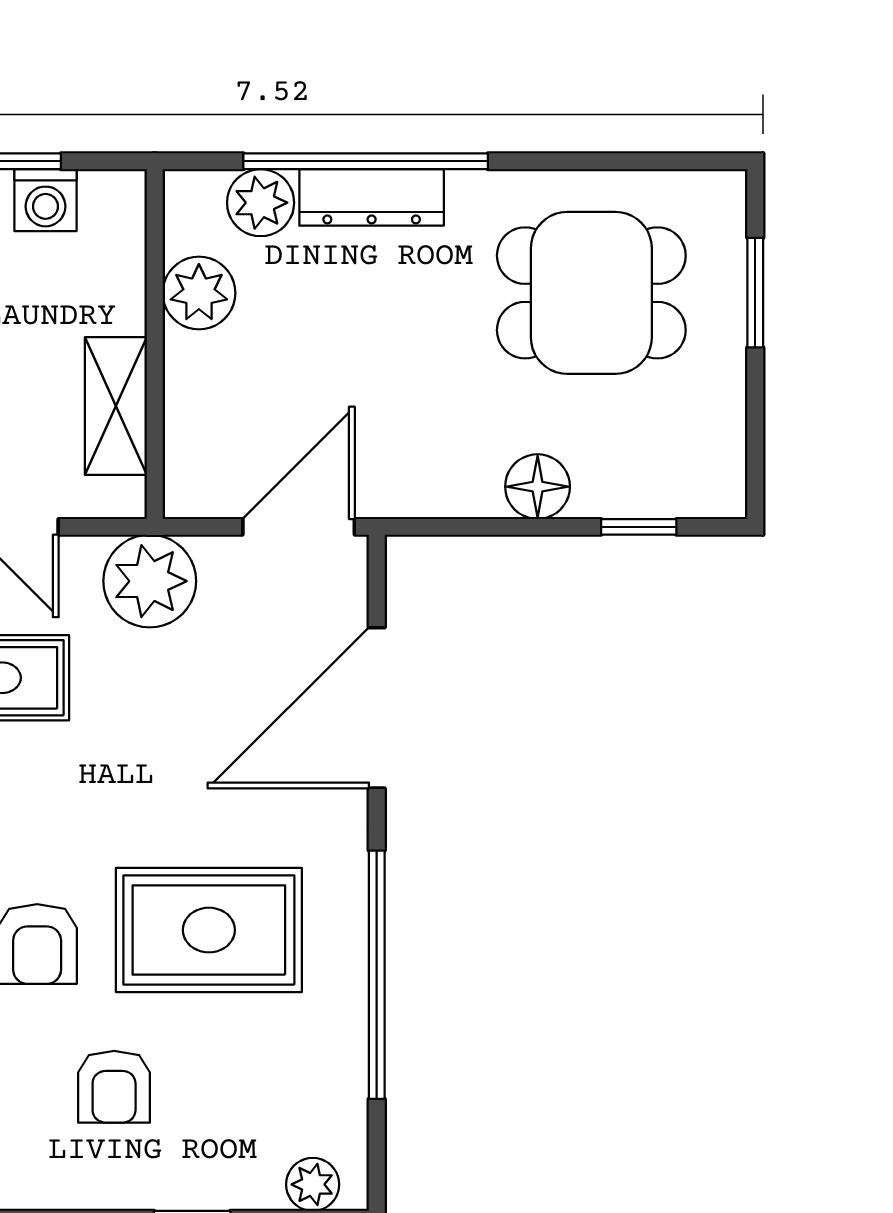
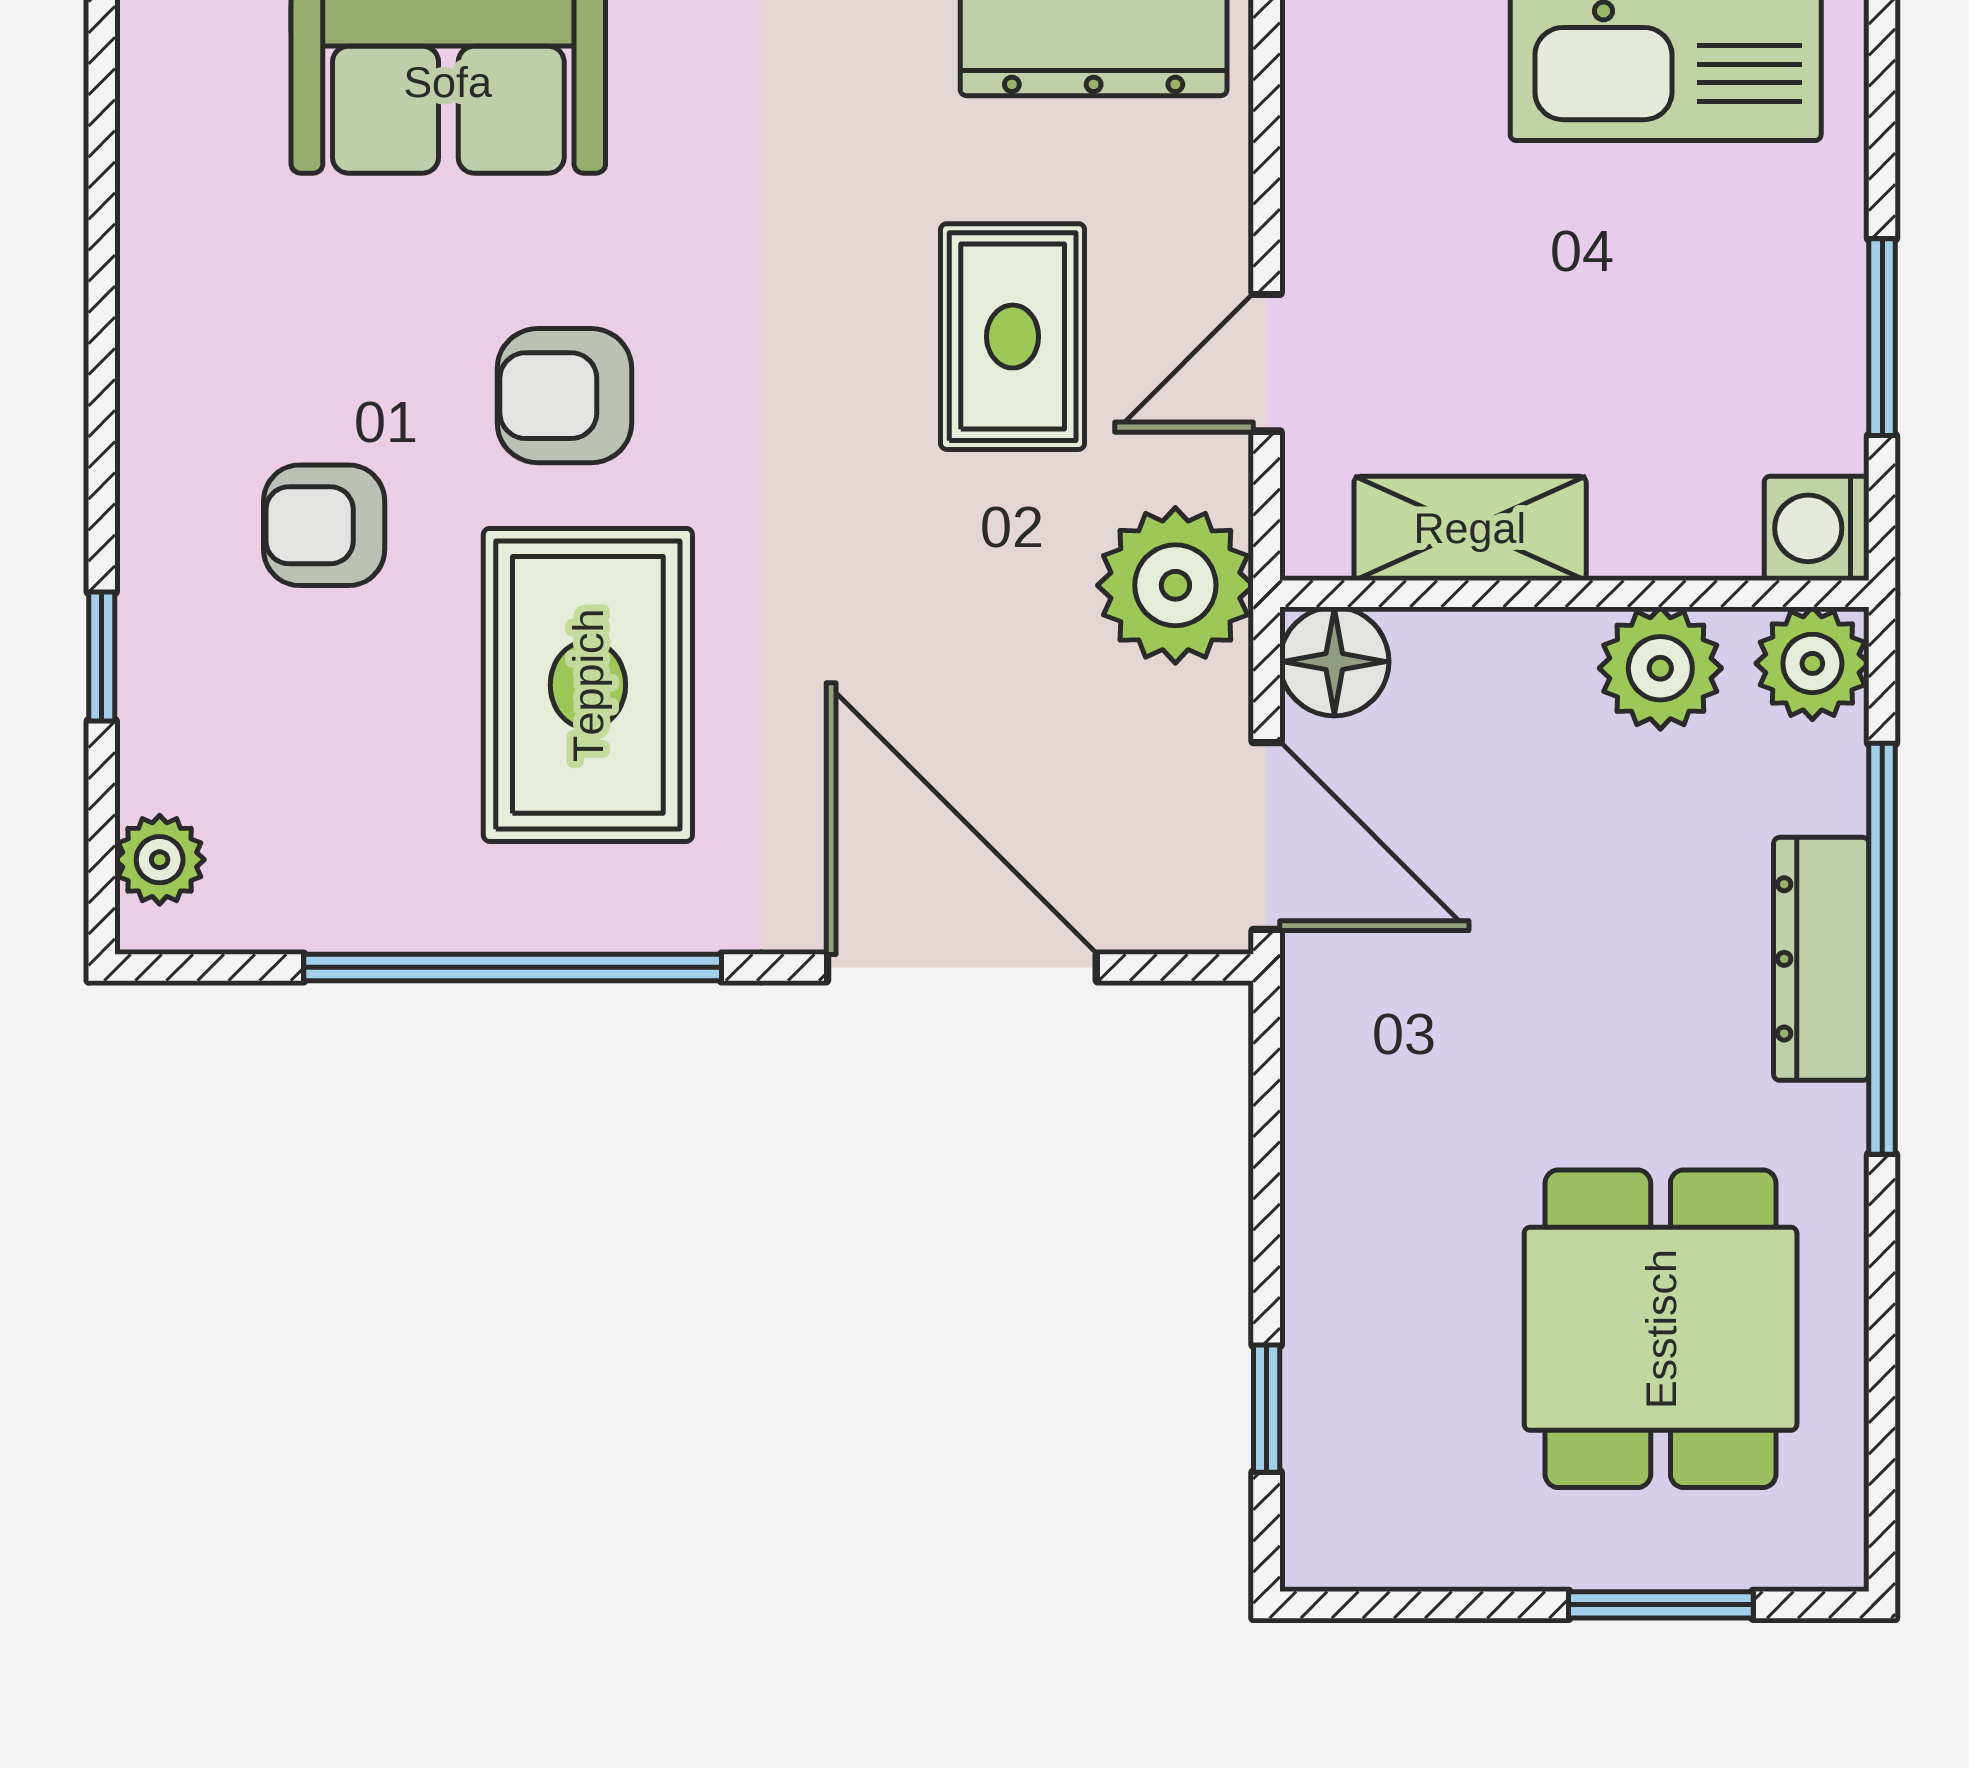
washing machine: (46, 200) -> (1817, 528), moved
plant: (261, 203) -> (1812, 663), moved
floor lamp: (538, 487) -> (1334, 662), moved

